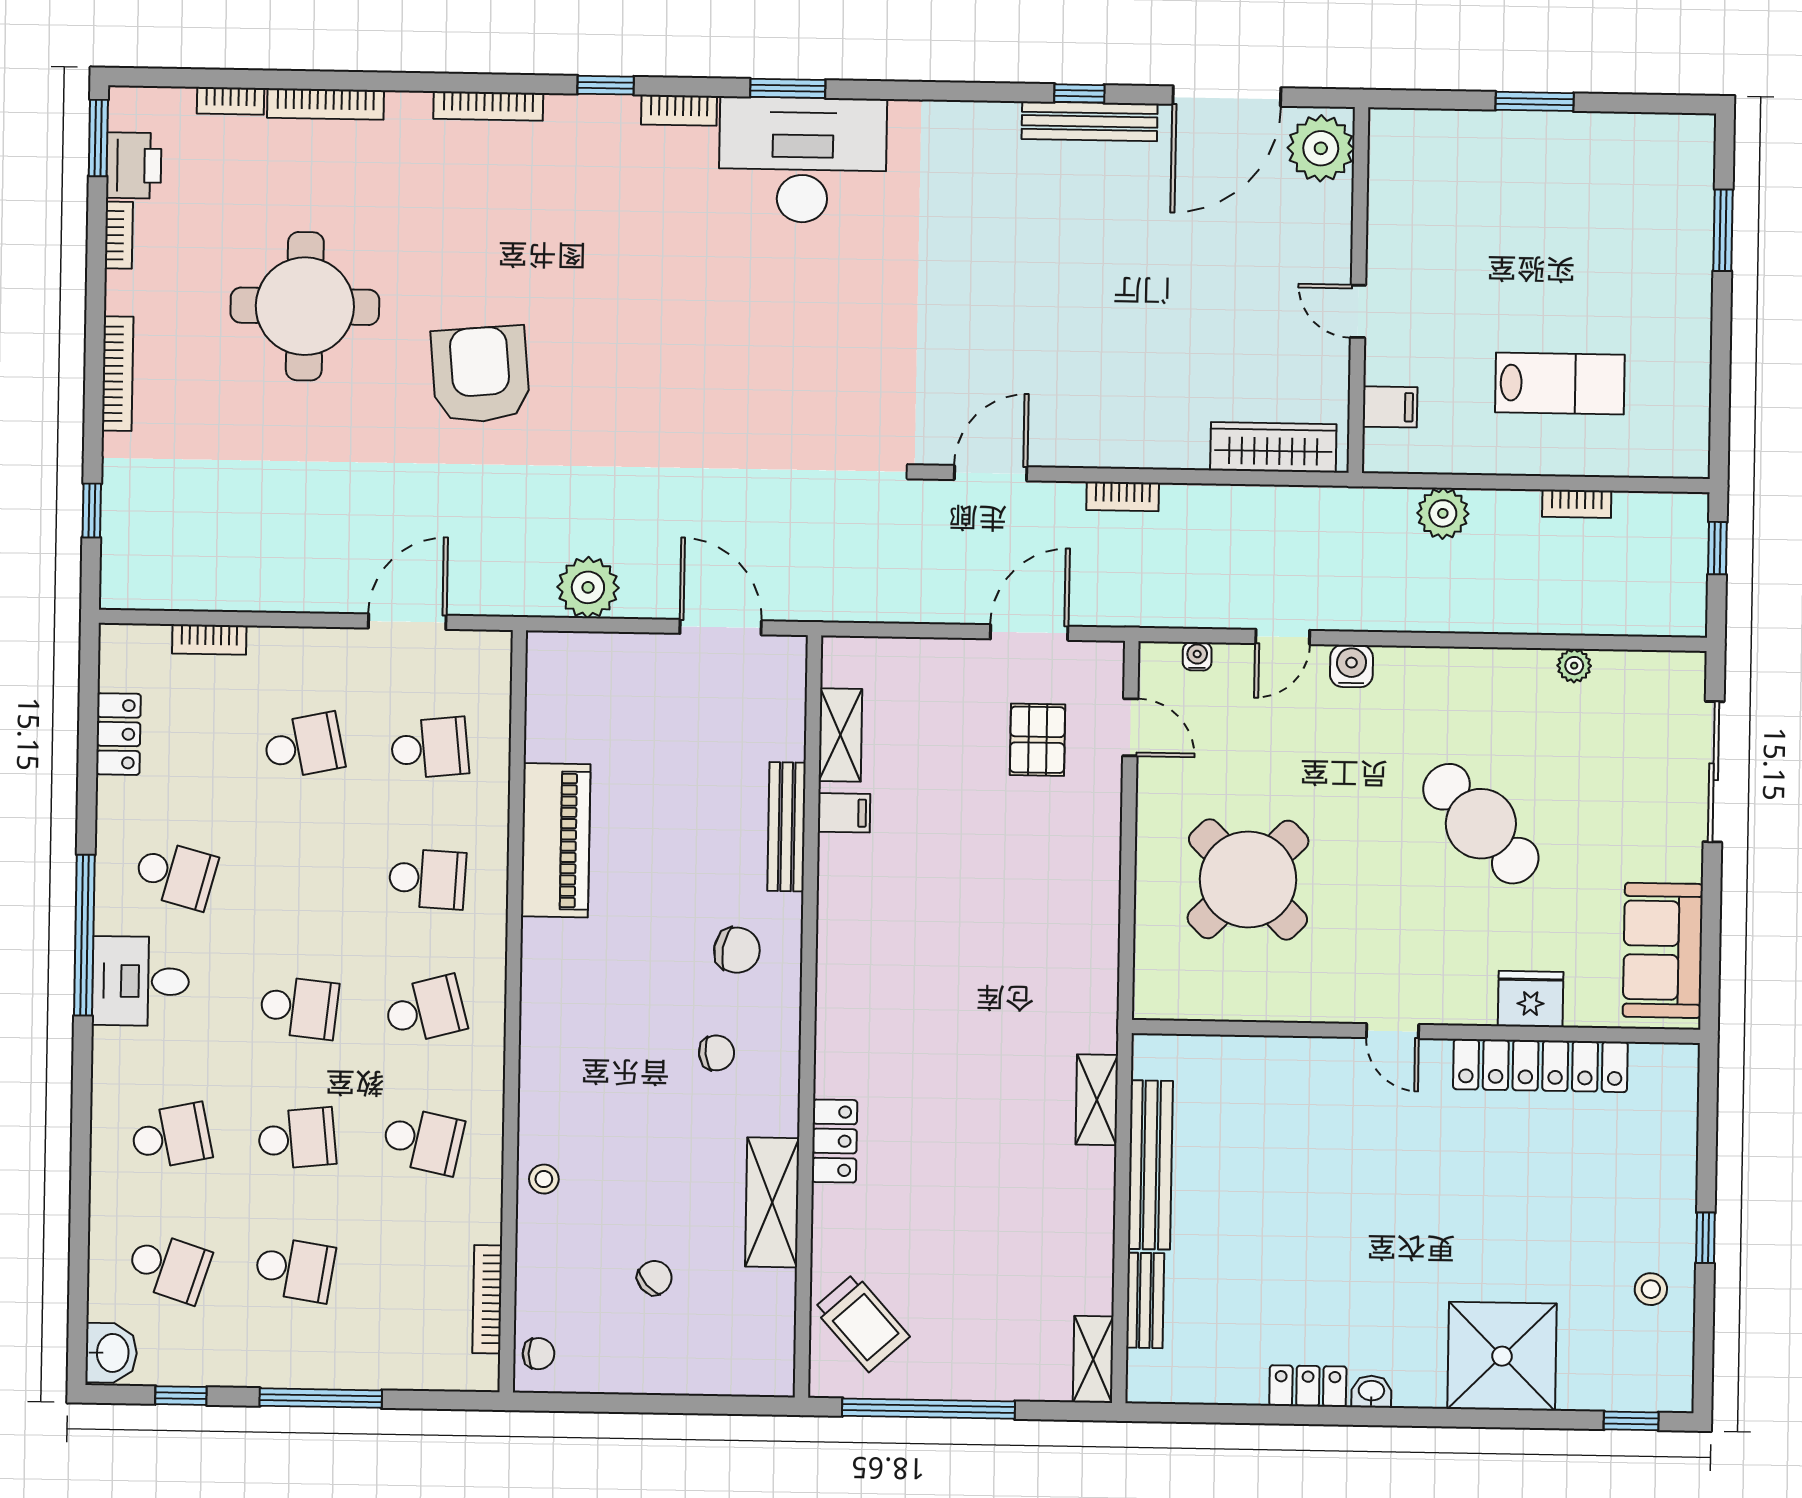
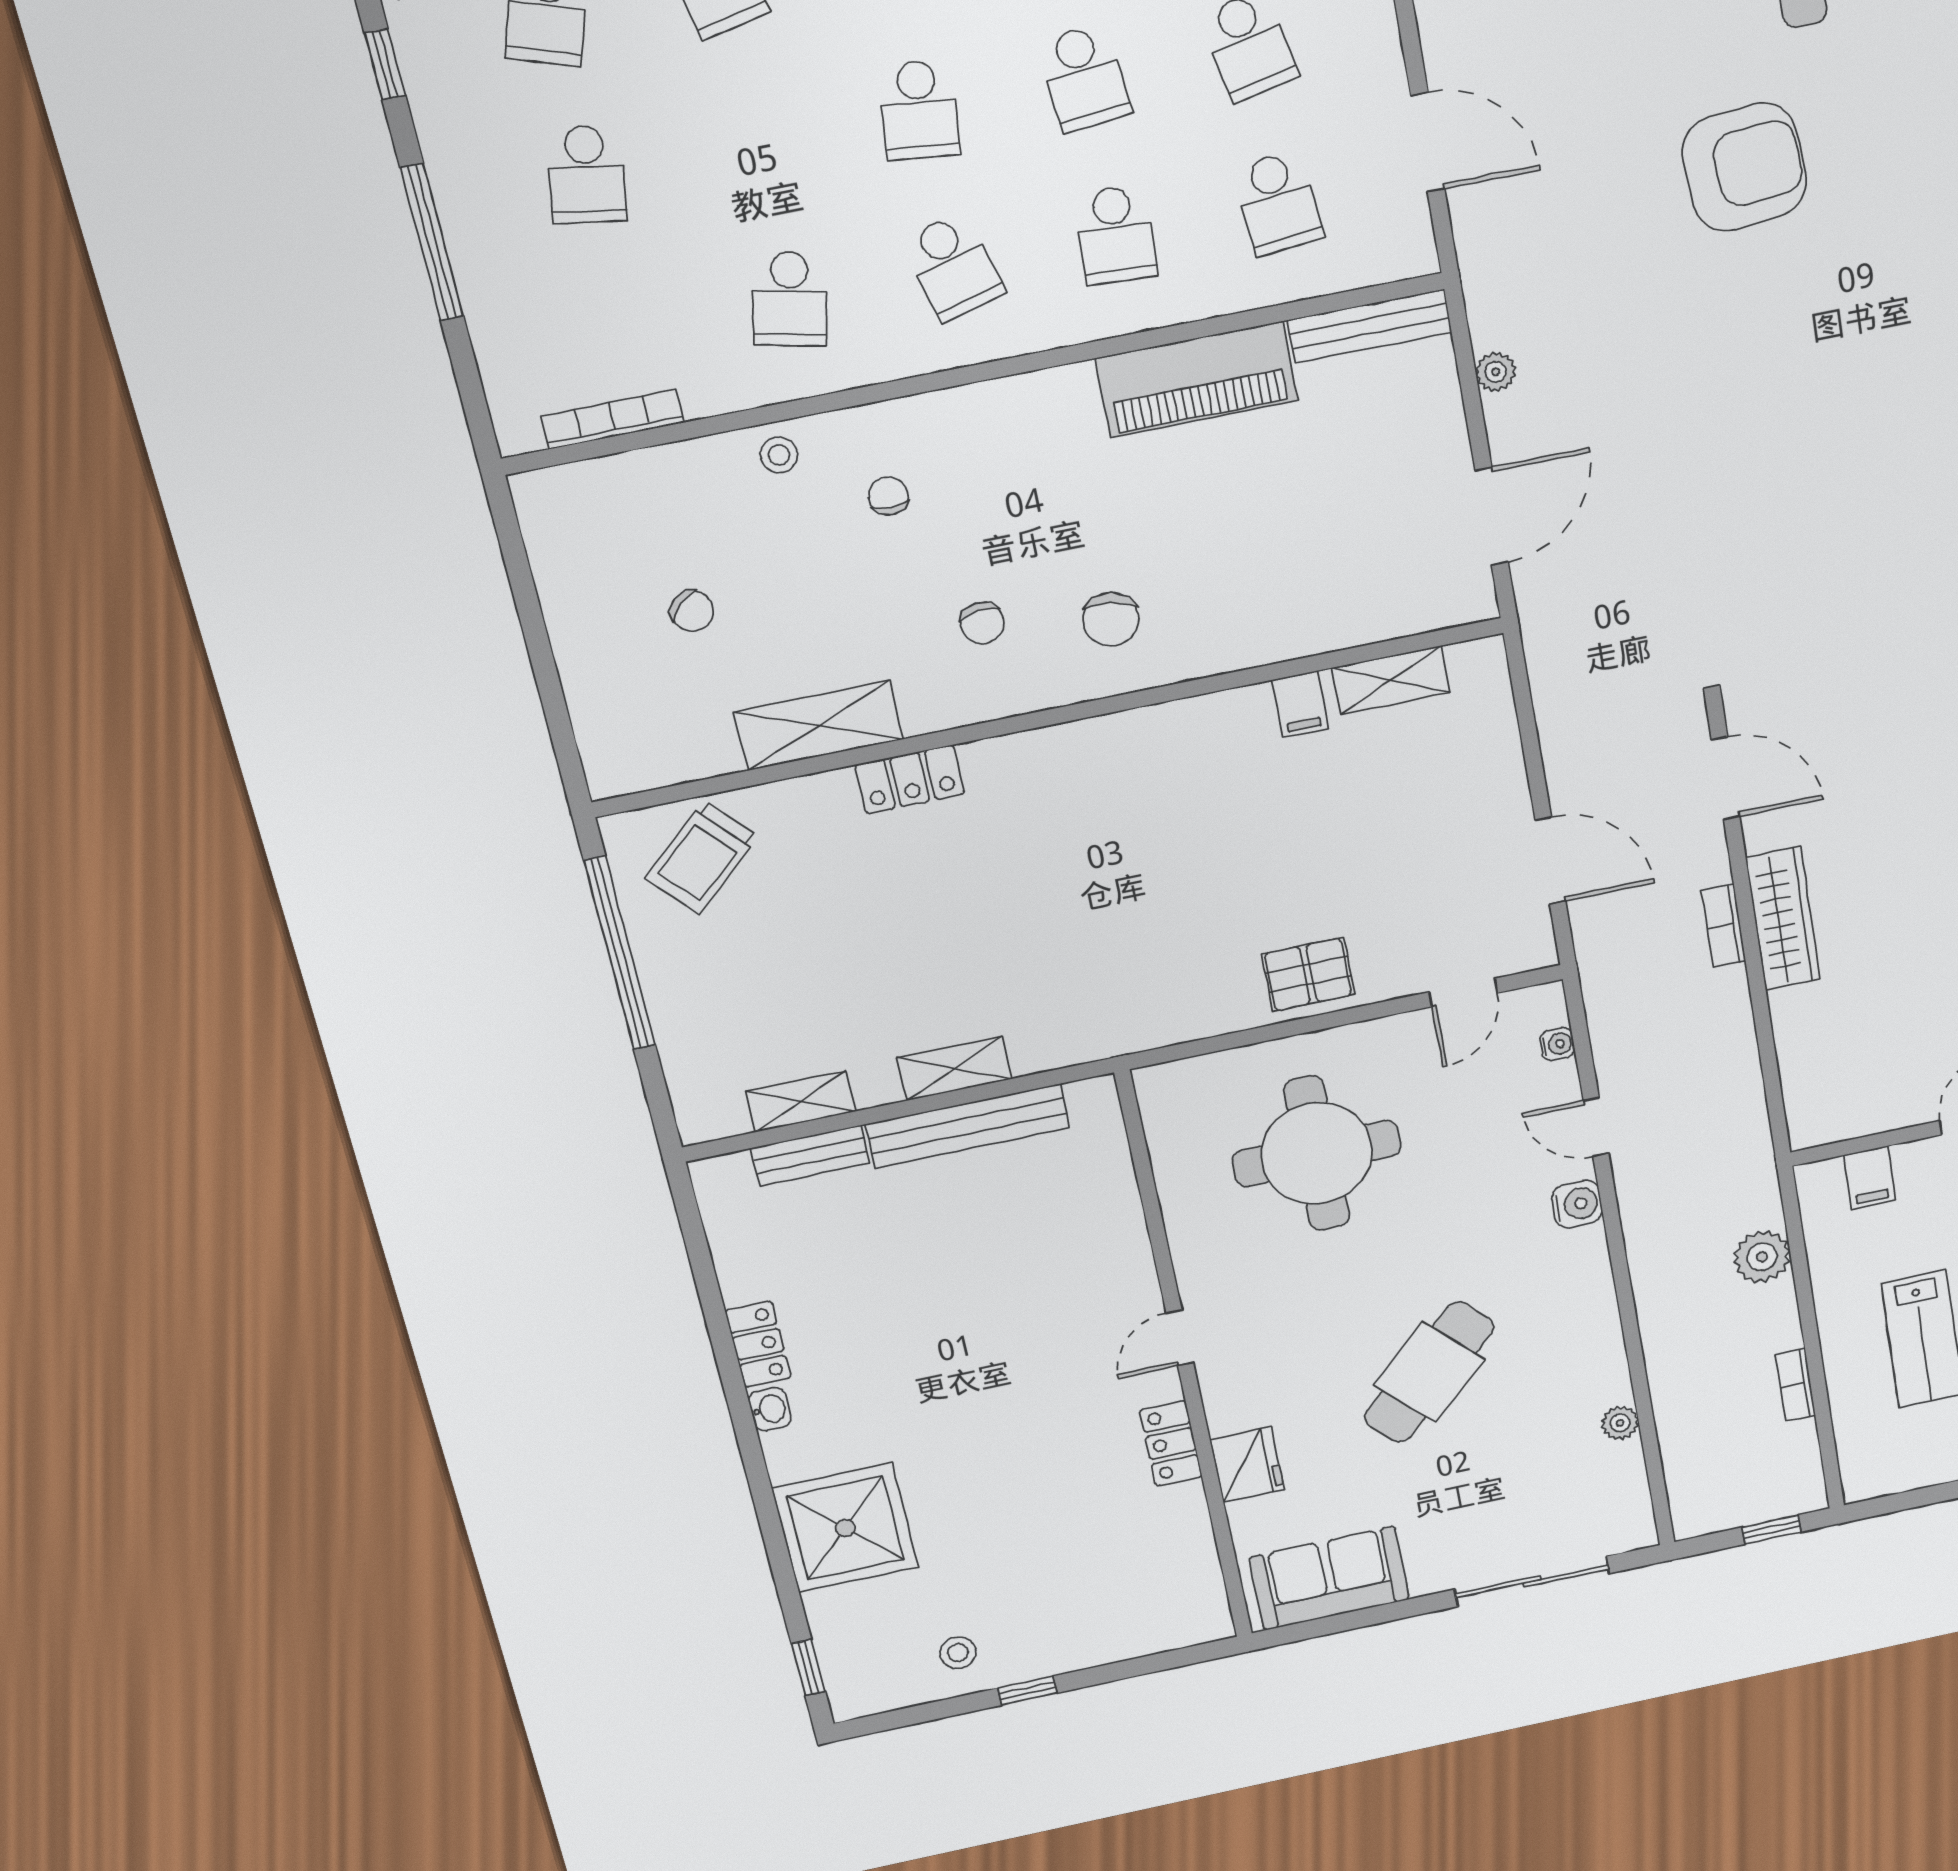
wardrobe: (1273, 447) -> (1783, 919), moved
plant: (588, 587) -> (1496, 372), width x0.53, depth x0.53
pallet: (1037, 740) -> (1308, 974), moved
bench: (787, 827) -> (1370, 326), moved
round table: (1248, 879) -> (1317, 1153), turned 45
locker: (1540, 1066) -> (1171, 1443), width x0.46, depth x0.83
shelving: (1097, 1100) -> (954, 1068), moved
school desk: (297, 1138) -> (1084, 78), moved
chair: (538, 1354) -> (888, 496), moved, turned 180
shelving: (1093, 1359) -> (801, 1101), moved

